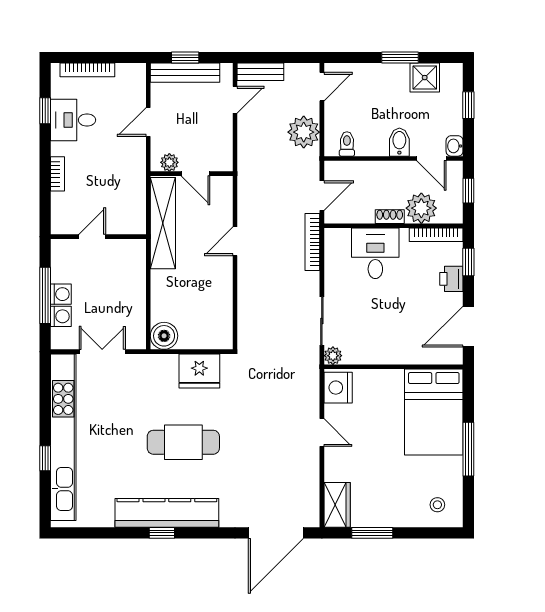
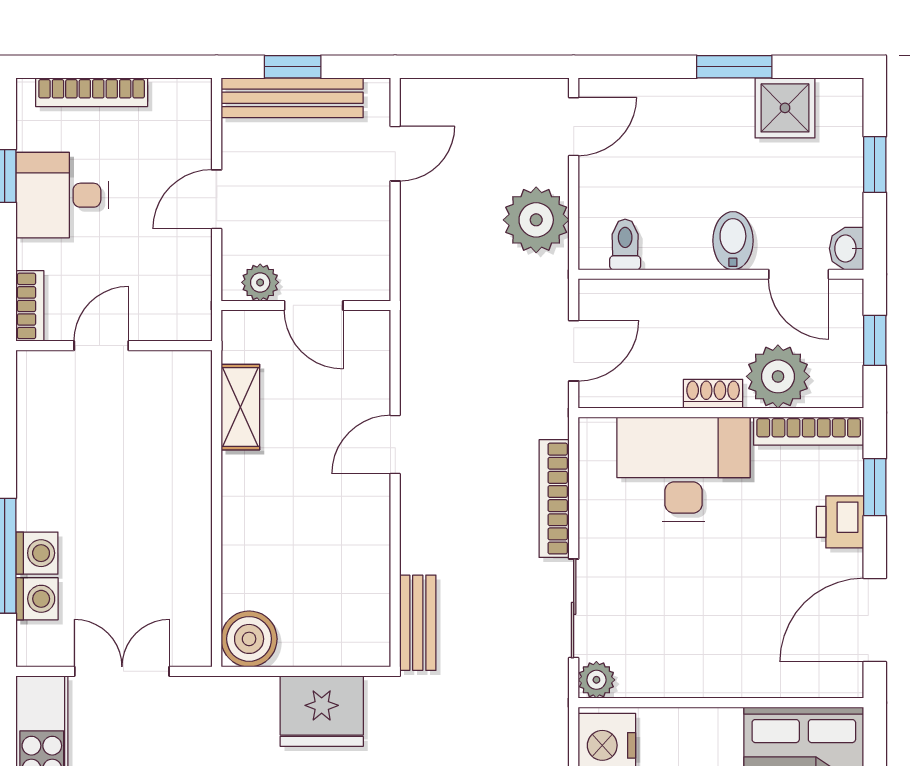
bench: (260, 72) -> (418, 623), moved, turned 90
shelving: (163, 223) -> (240, 407), width x0.45, depth x0.75
door: (92, 237) -> (101, 346), moved
wall: (98, 237) -> (114, 346), moved
bookcase: (312, 242) -> (554, 499), moved
desk: (375, 253) -> (683, 469), width x1.37

